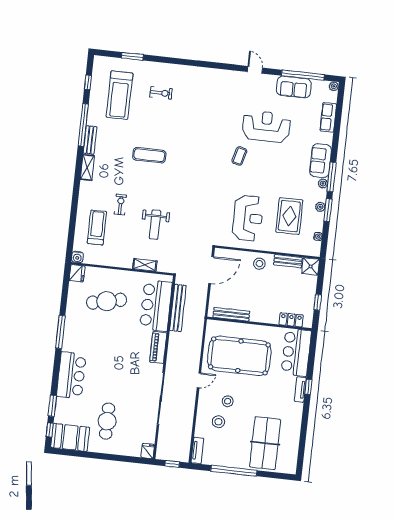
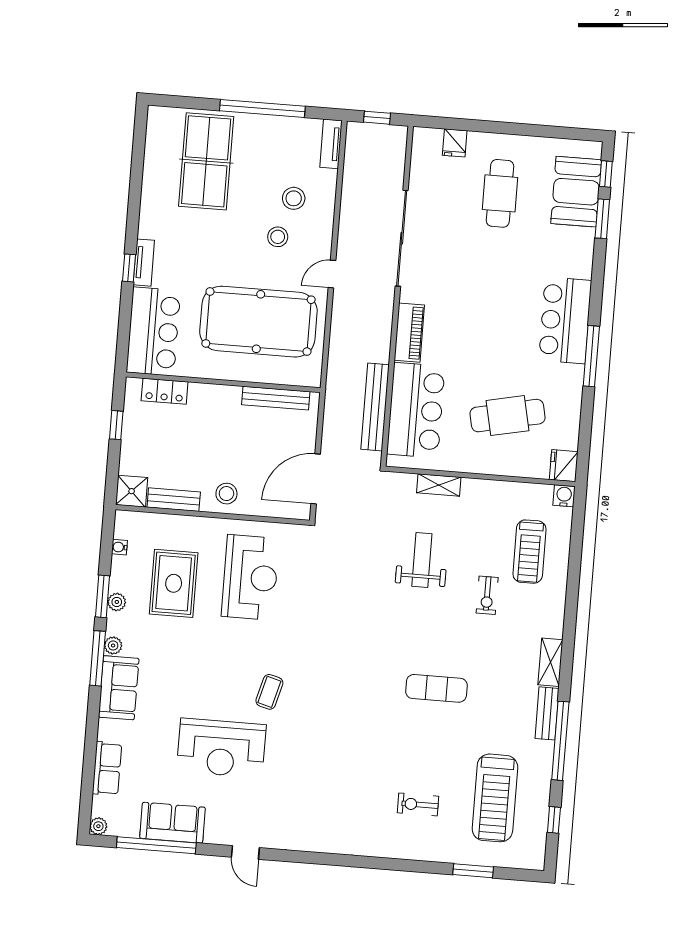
treadmill: (119, 95) -> (495, 798), turned 180
reception desk: (248, 218) -> (250, 577), turned 180
bar counter: (71, 375) -> (565, 320), moved
booth: (70, 437) -> (576, 192), moved, turned 90
fridge: (148, 451) -> (455, 143), moved

